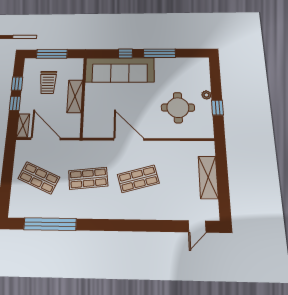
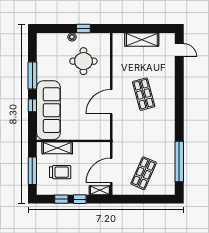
shelving: (75, 96) -> (57, 148), moved
shop shelf: (88, 178) -> (144, 134), removed

